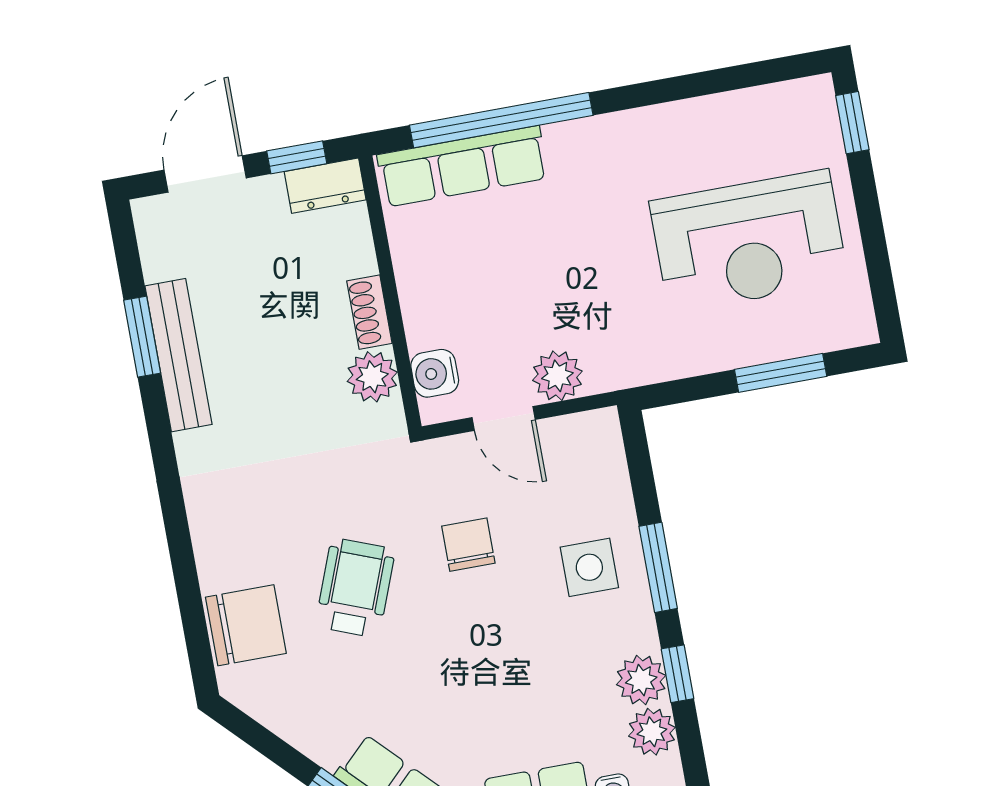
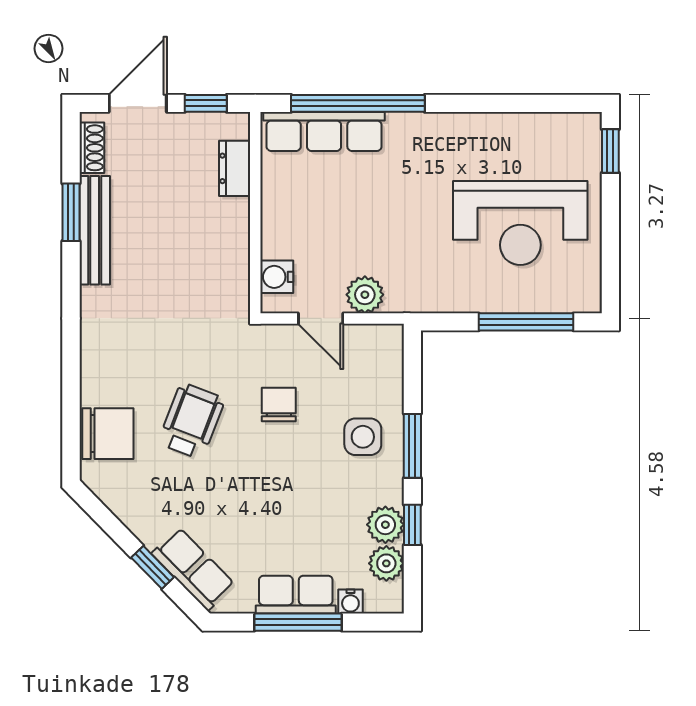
dresser: (325, 186) -> (235, 168), moved, turned 90
shoe rack: (369, 312) -> (92, 148), moved, turned 180
window: (781, 373) -> (526, 322), width x1.44
plant: (372, 377) -> (231, 271), removed

